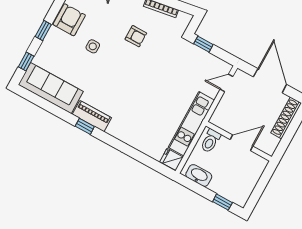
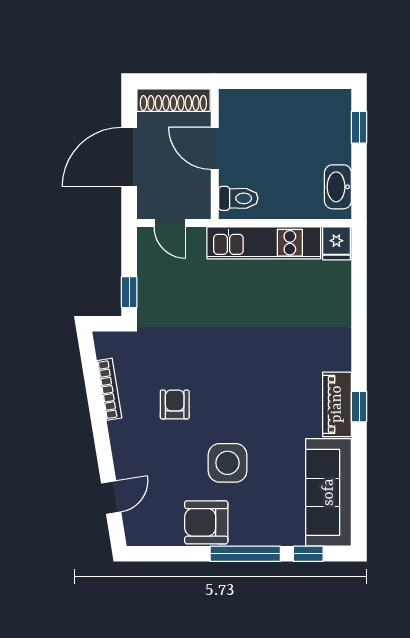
window: (43, 31) -> (245, 554), width x2.17
side table: (93, 46) -> (228, 463), width x1.87, depth x1.87
toilet: (210, 141) -> (238, 198), moved
wall: (239, 141) -> (215, 154), moved
door: (241, 143) -> (215, 148), moved

